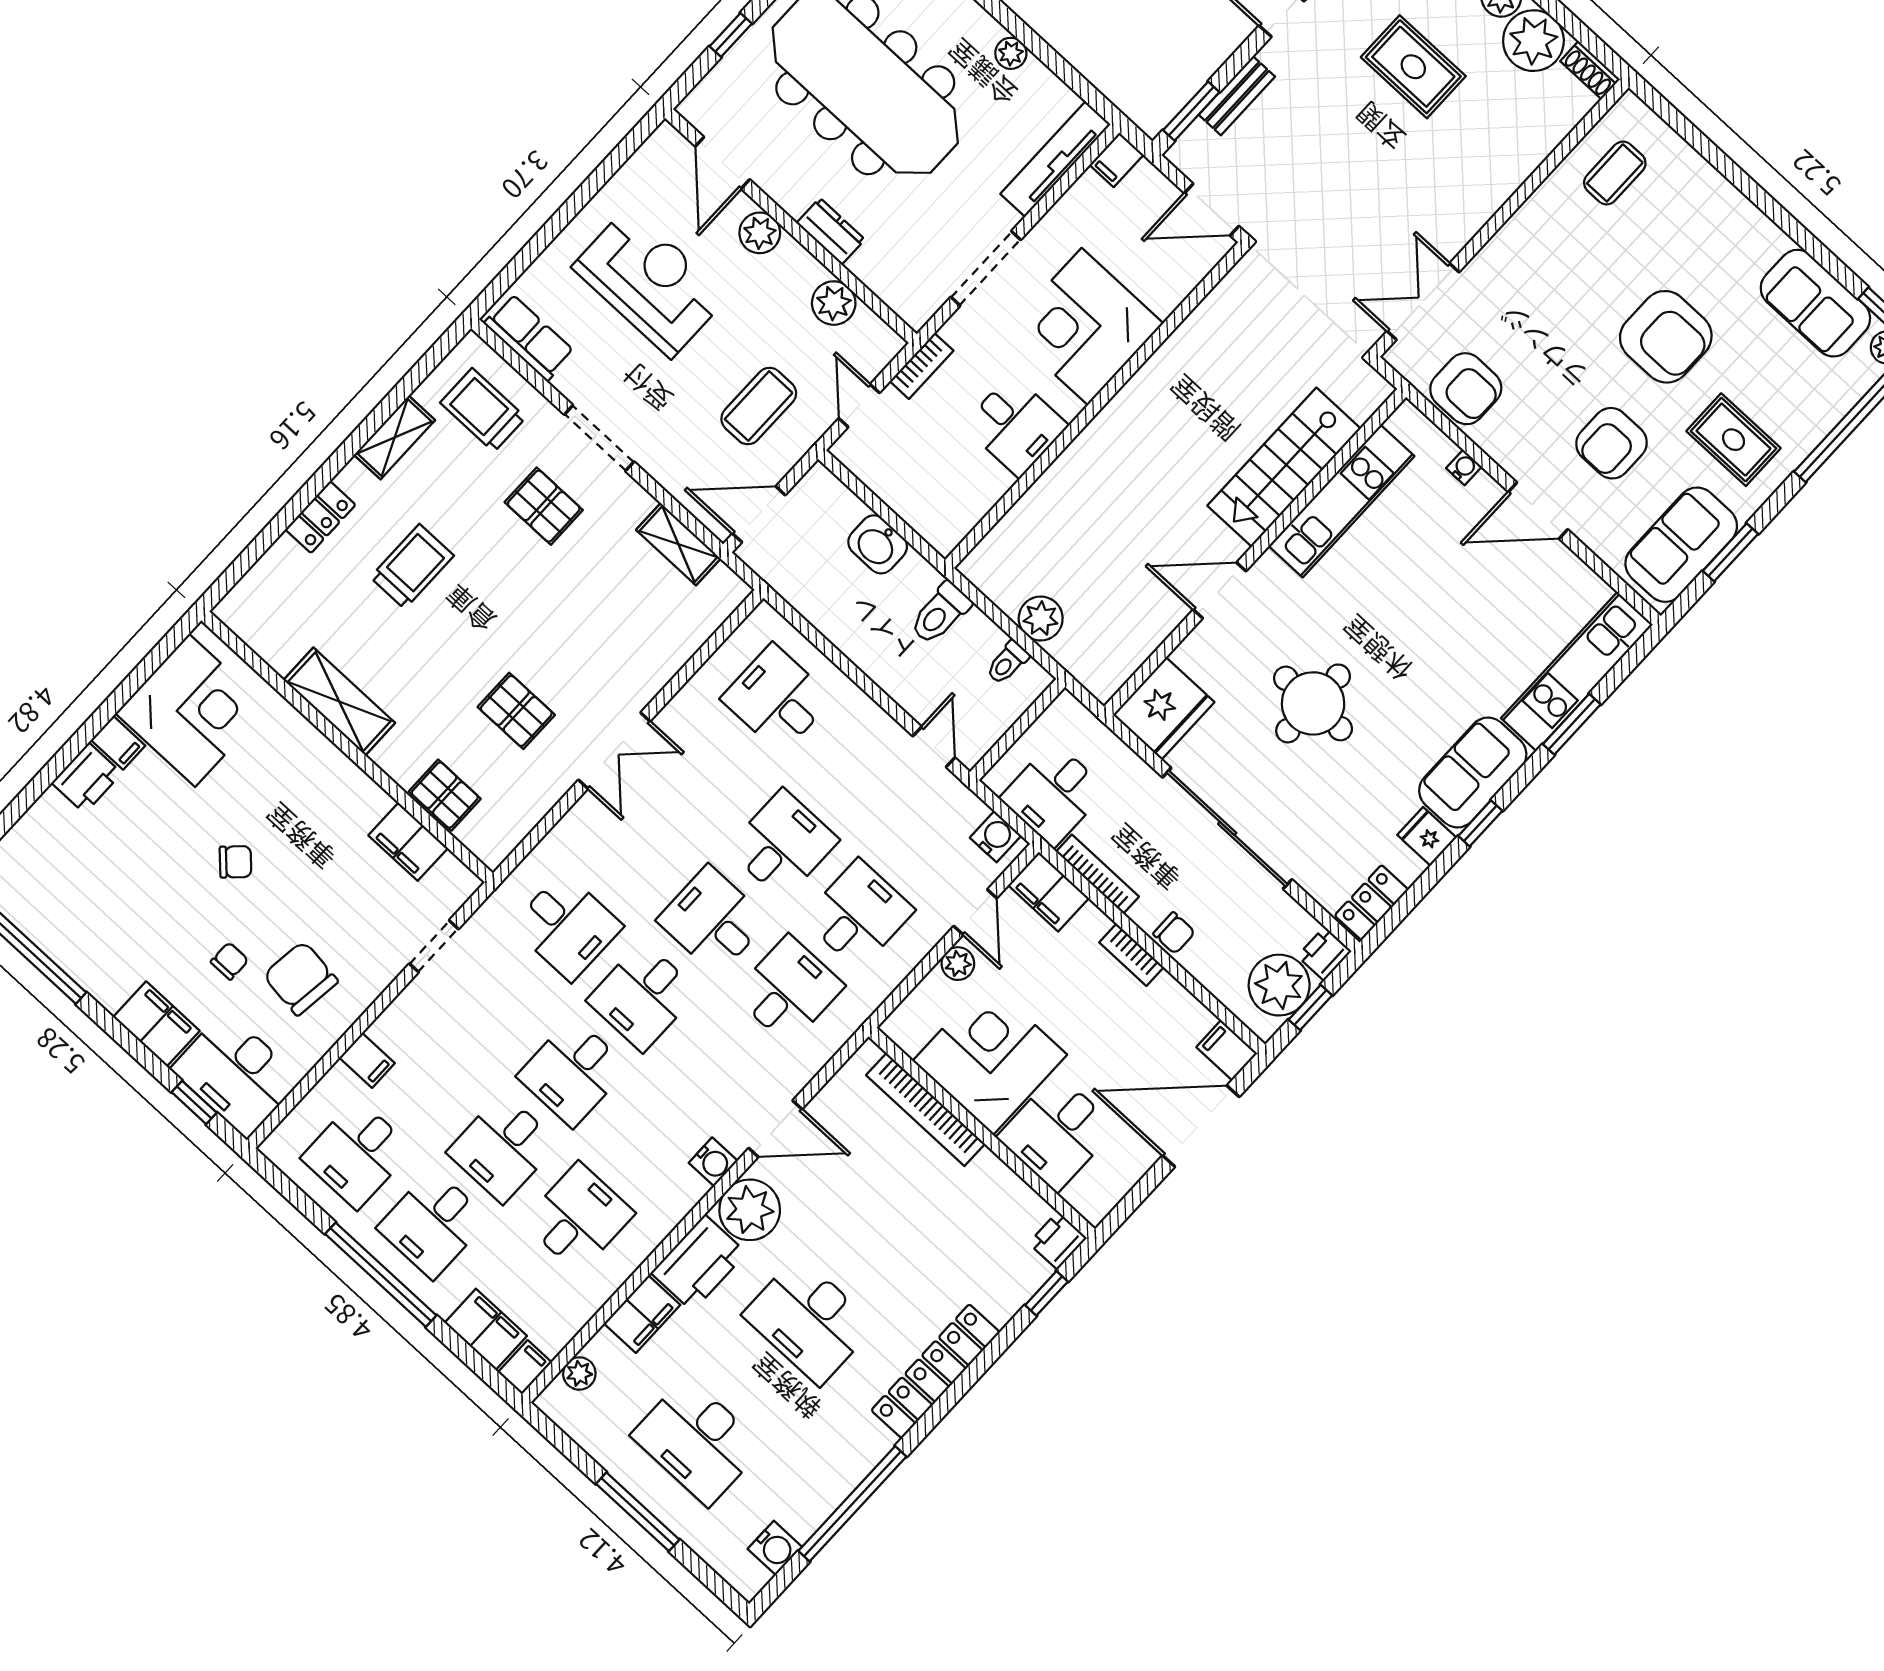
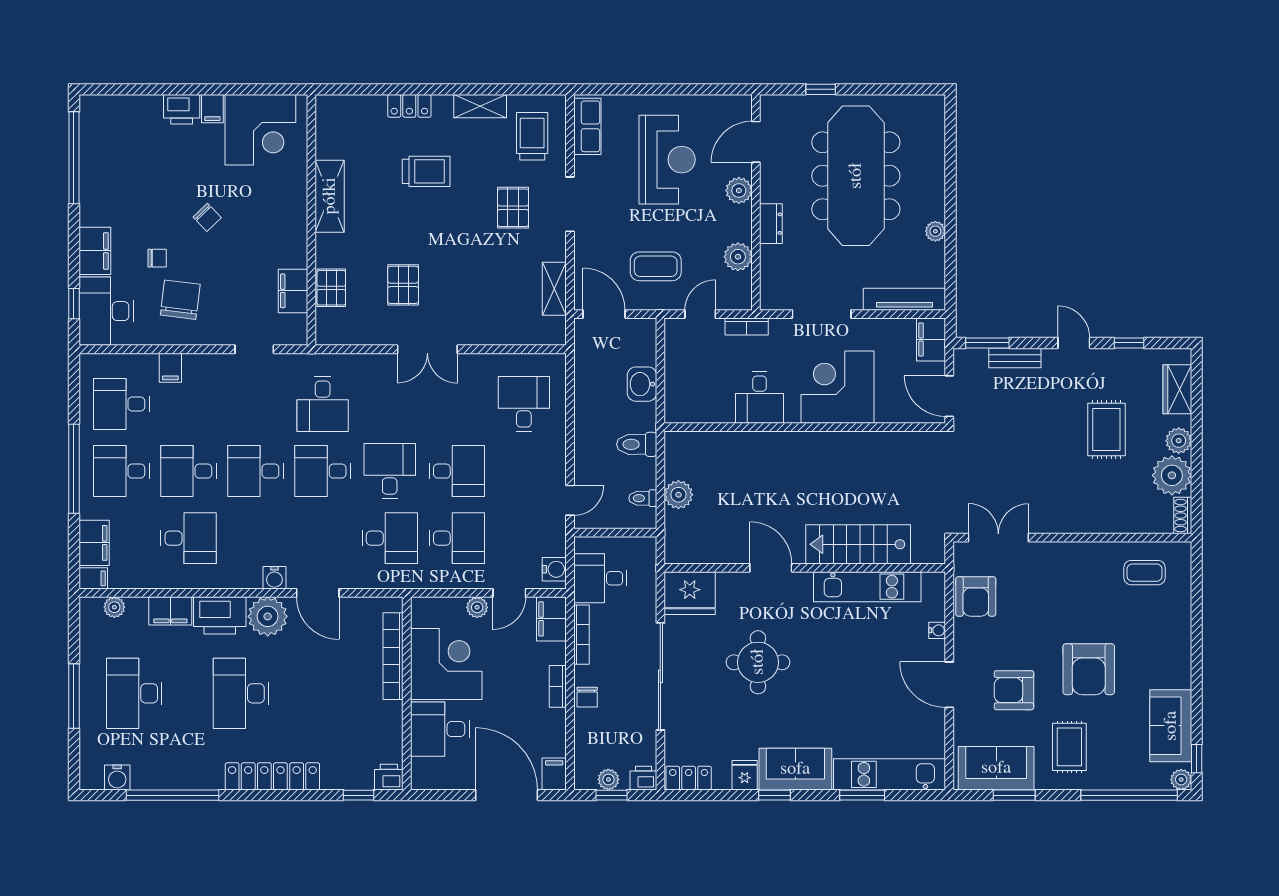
filing cabinet: (1116, 160) -> (931, 339), width x2.00
plant: (1279, 985) -> (608, 779), width x0.53, depth x0.53

